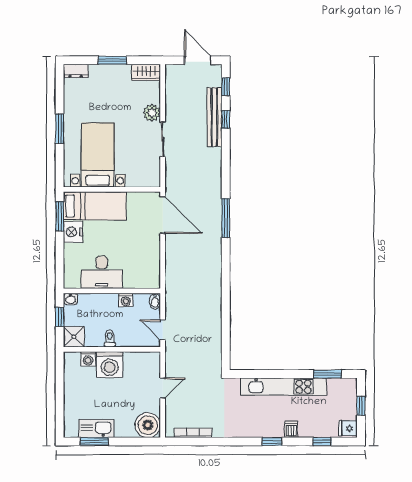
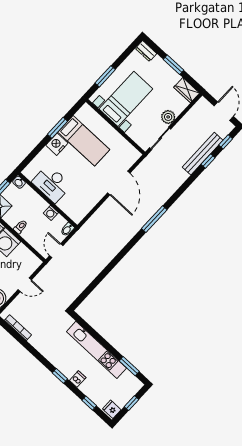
bed with nightstands: (98, 155) -> (126, 99), moved
wall: (112, 189) -> (115, 127), moved

